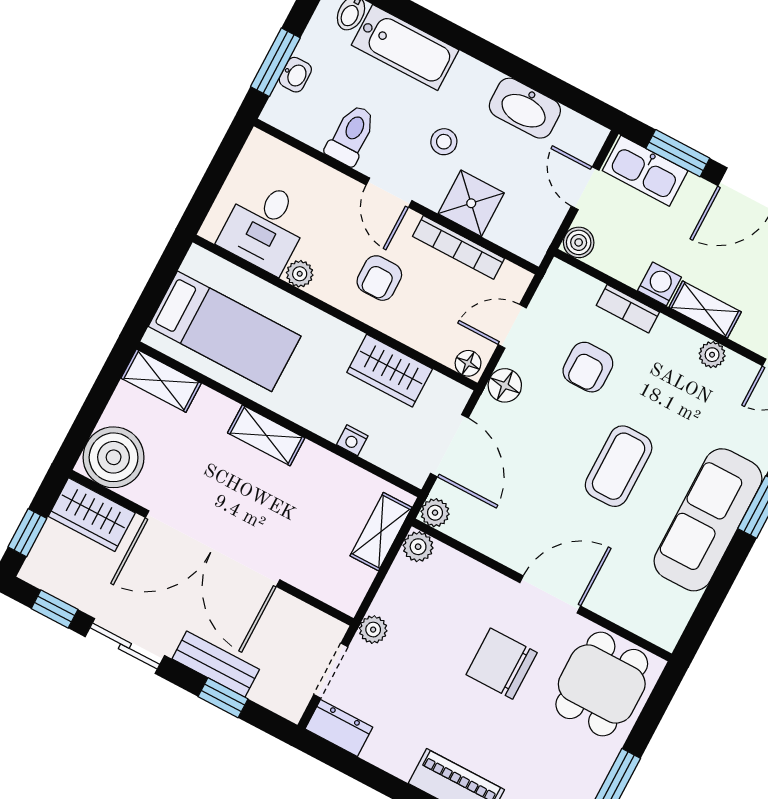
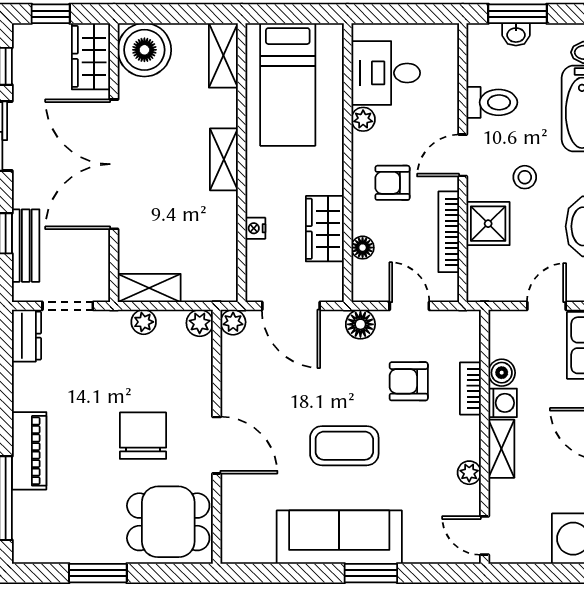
boiler: (579, 242) -> (502, 373), moved
floor lamp: (468, 363) -> (363, 248), moved
door: (449, 446) -> (291, 306), hinge flipped
shelving: (381, 532) -> (149, 288), moved
plant: (373, 630) -> (144, 322), moved
bench: (216, 664) -> (26, 246), moved

